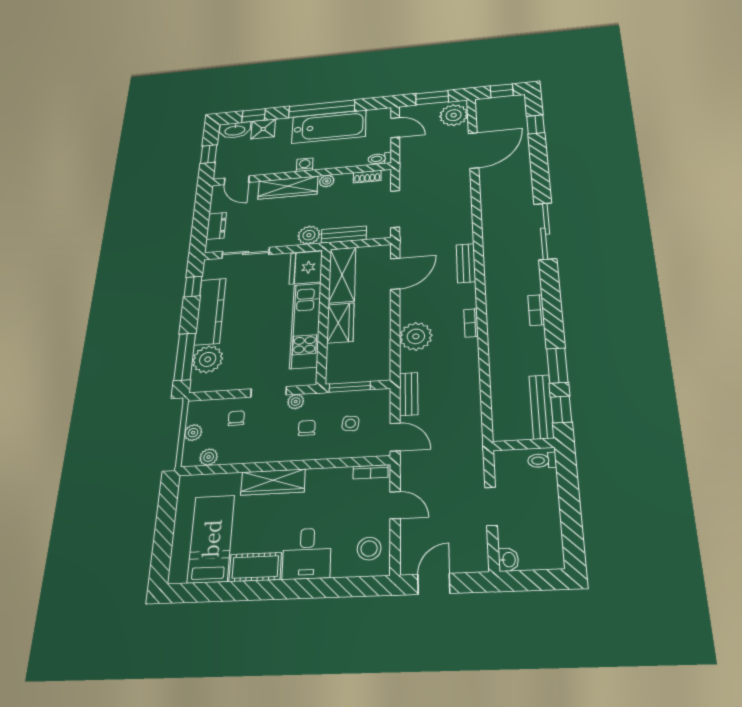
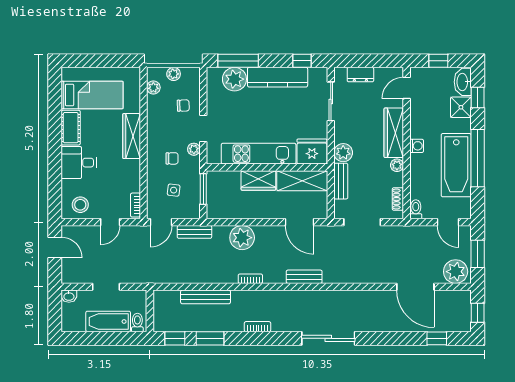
door: (395, 128) -> (448, 222), hinge flipped
bench: (541, 407) -> (206, 297), moved
bathtub: (543, 501) -> (108, 321), added

